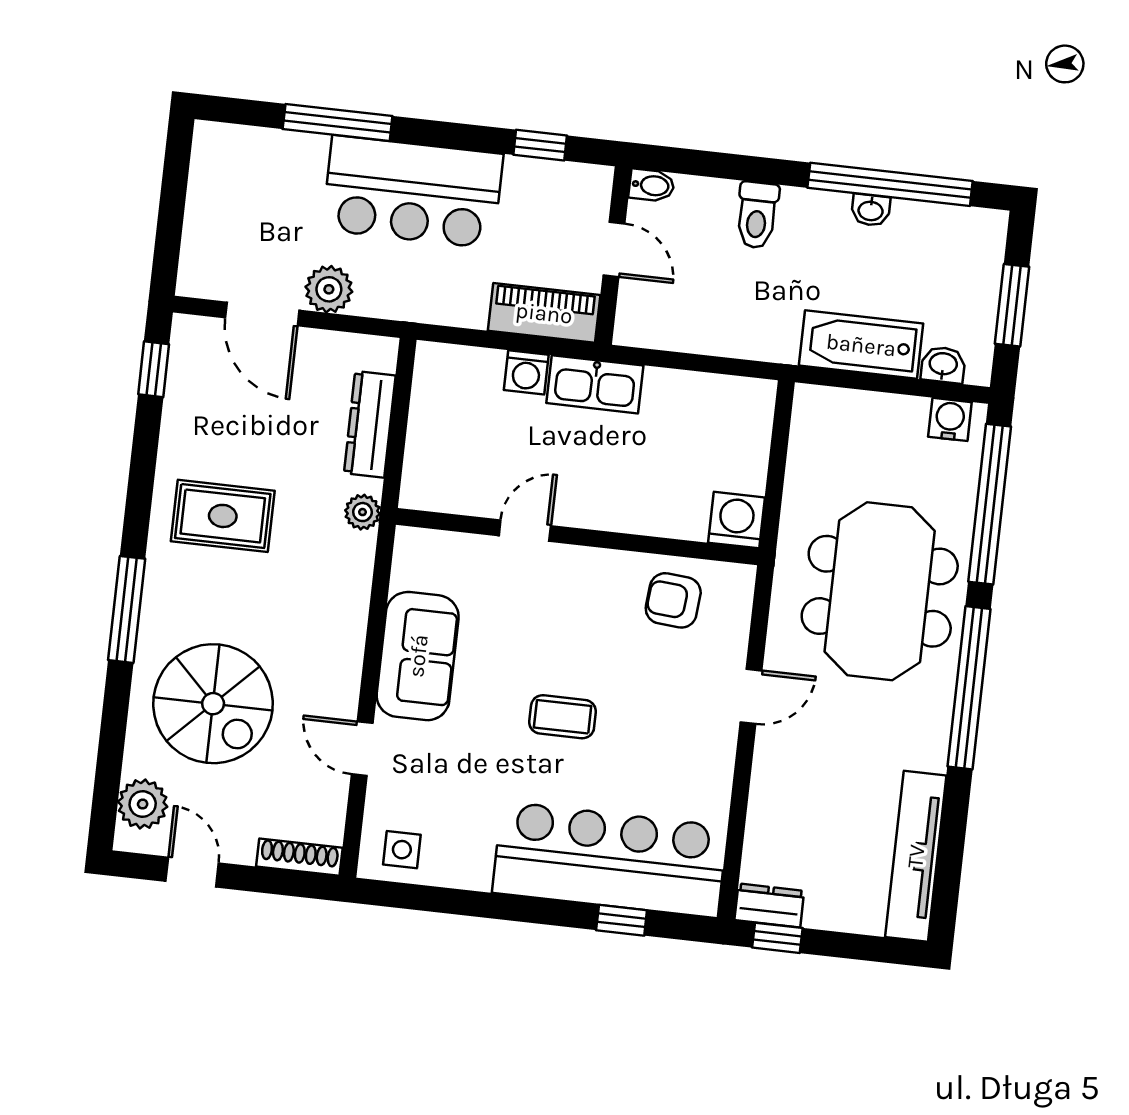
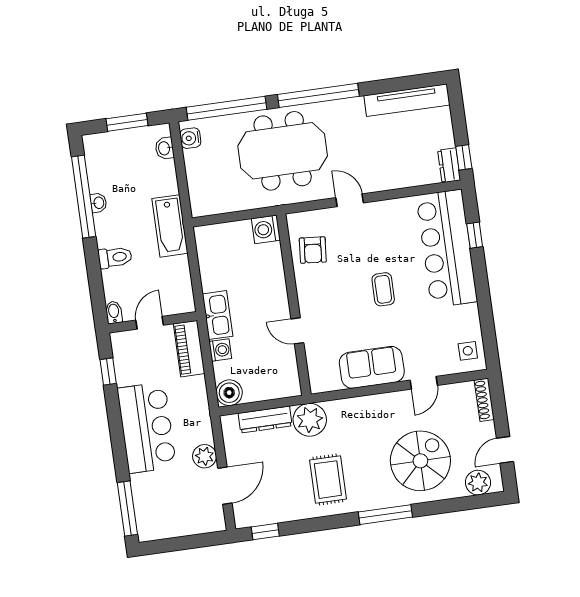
window: (338, 122) -> (127, 509), moved
bathtub: (861, 345) -> (170, 226), moved
boiler: (439, 368) -> (229, 393), added
plant: (362, 512) -> (310, 420), width x1.87, depth x1.87

